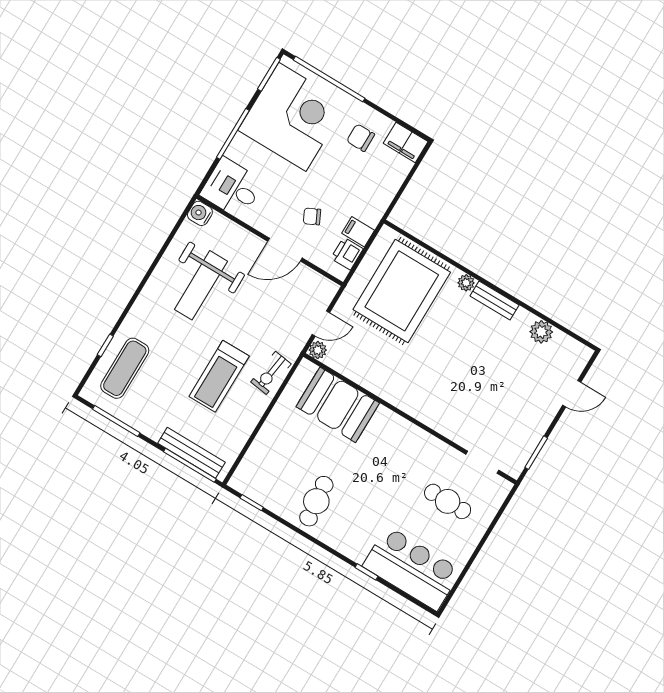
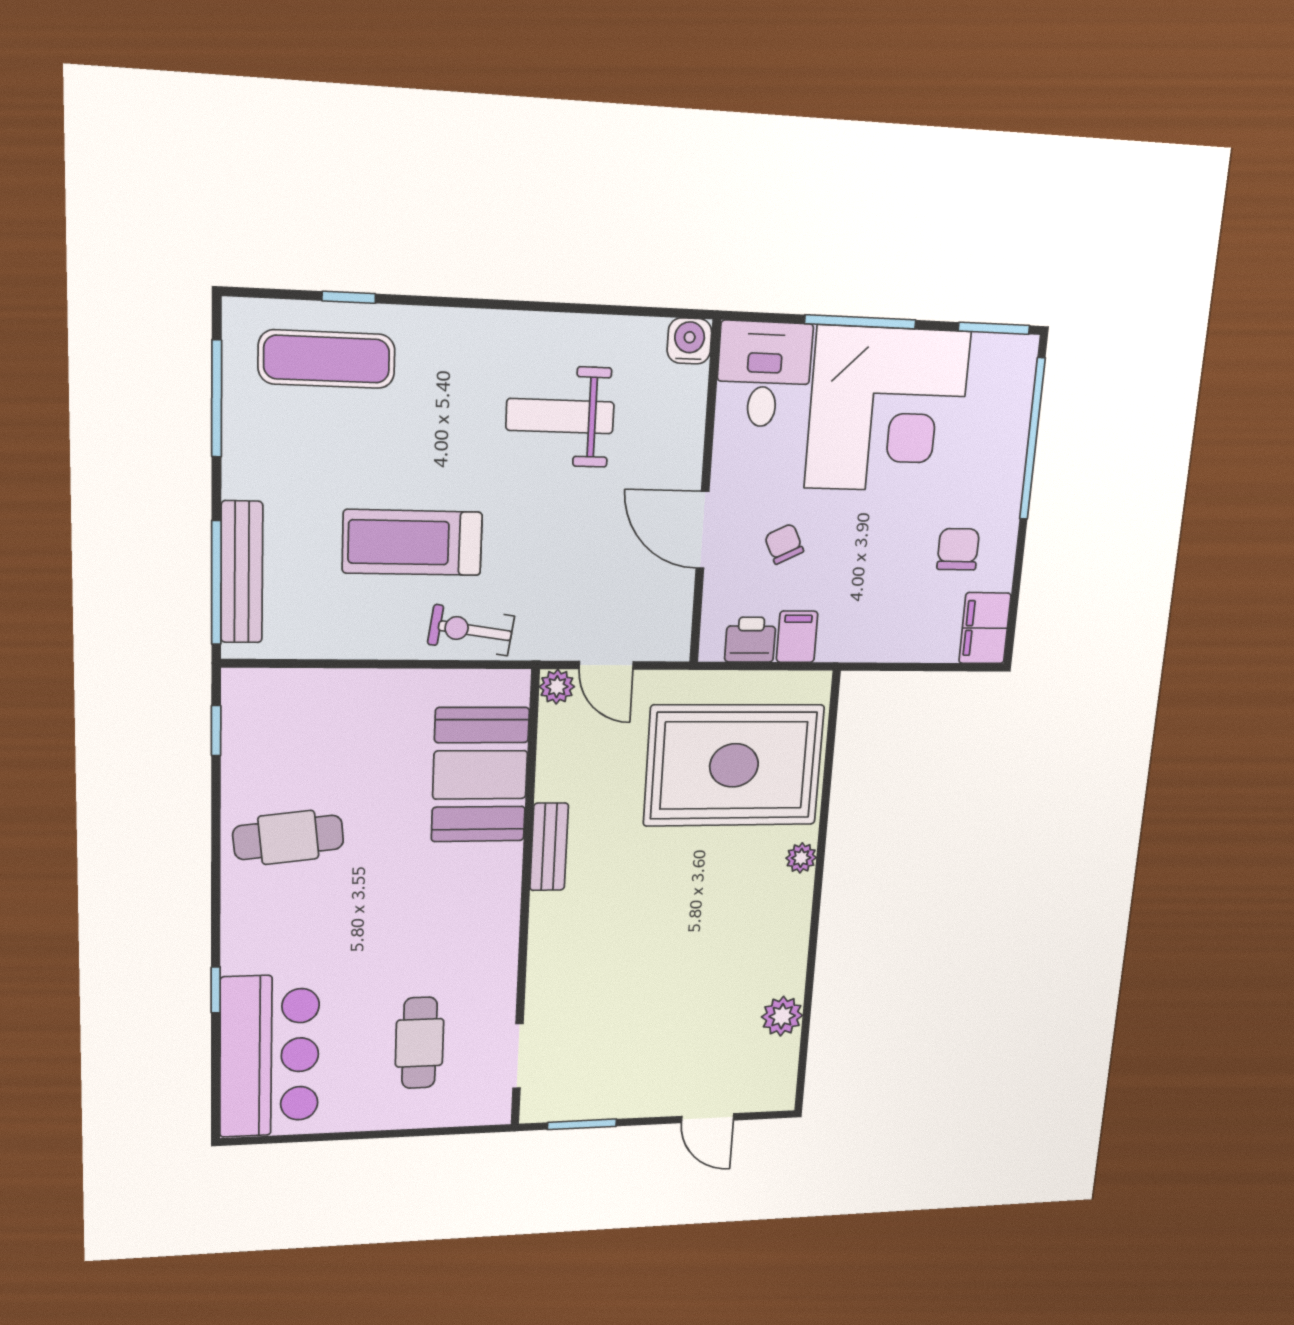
corner desk: (292, 117) -> (888, 410), moved
weight bench: (201, 285) -> (560, 416), width x0.73, depth x0.75
bench: (494, 301) -> (549, 847), moved

